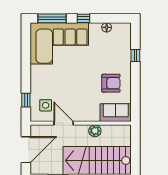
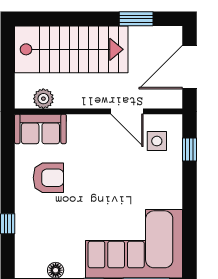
armchair: (111, 83) -> (48, 178), turned 180
plant: (95, 131) -> (43, 99), moved

